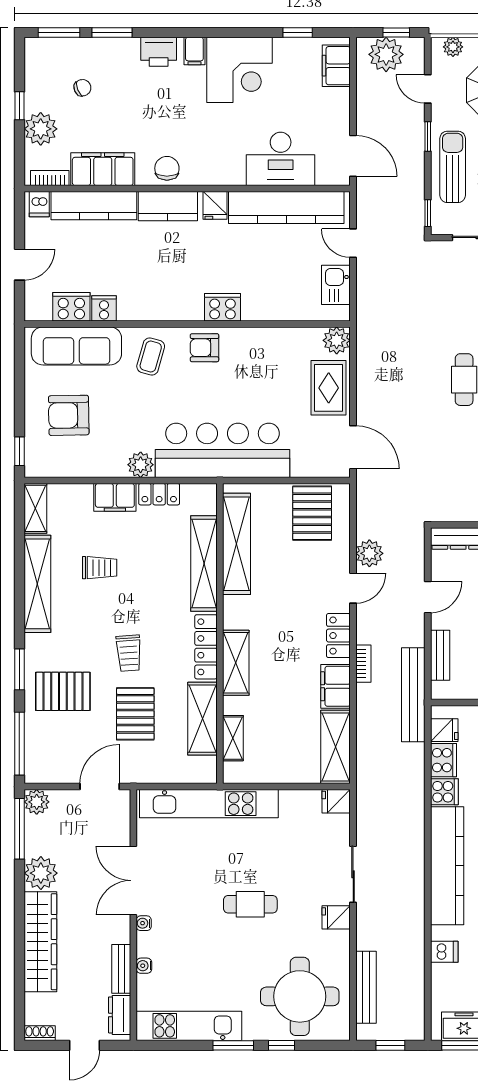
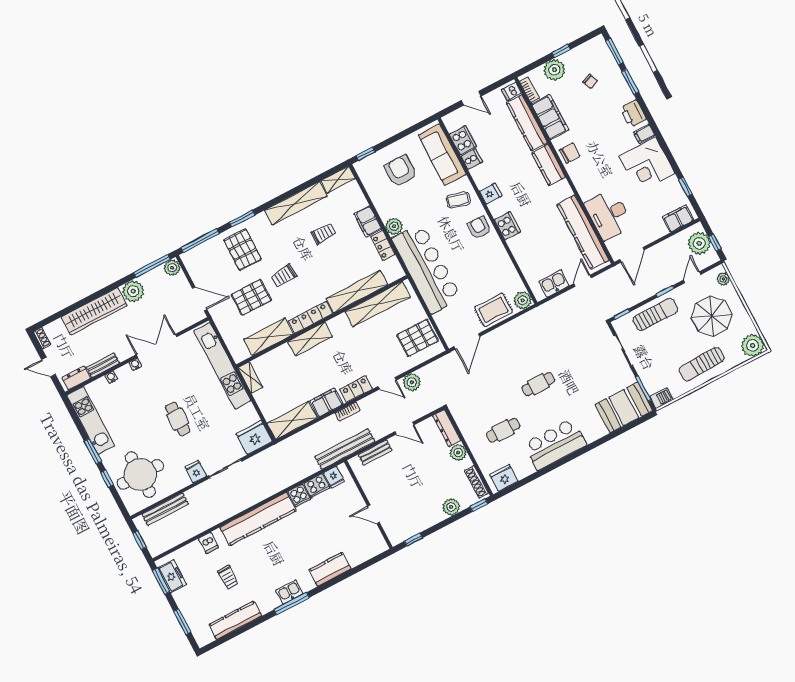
fridge: (215, 205) -> (491, 194), moved, turned 180
trolley: (100, 568) -> (323, 234), turned -90
shelving: (233, 738) -> (250, 377), moved, turned 90
fridge: (336, 801) -> (254, 437), width x1.88, depth x1.34

